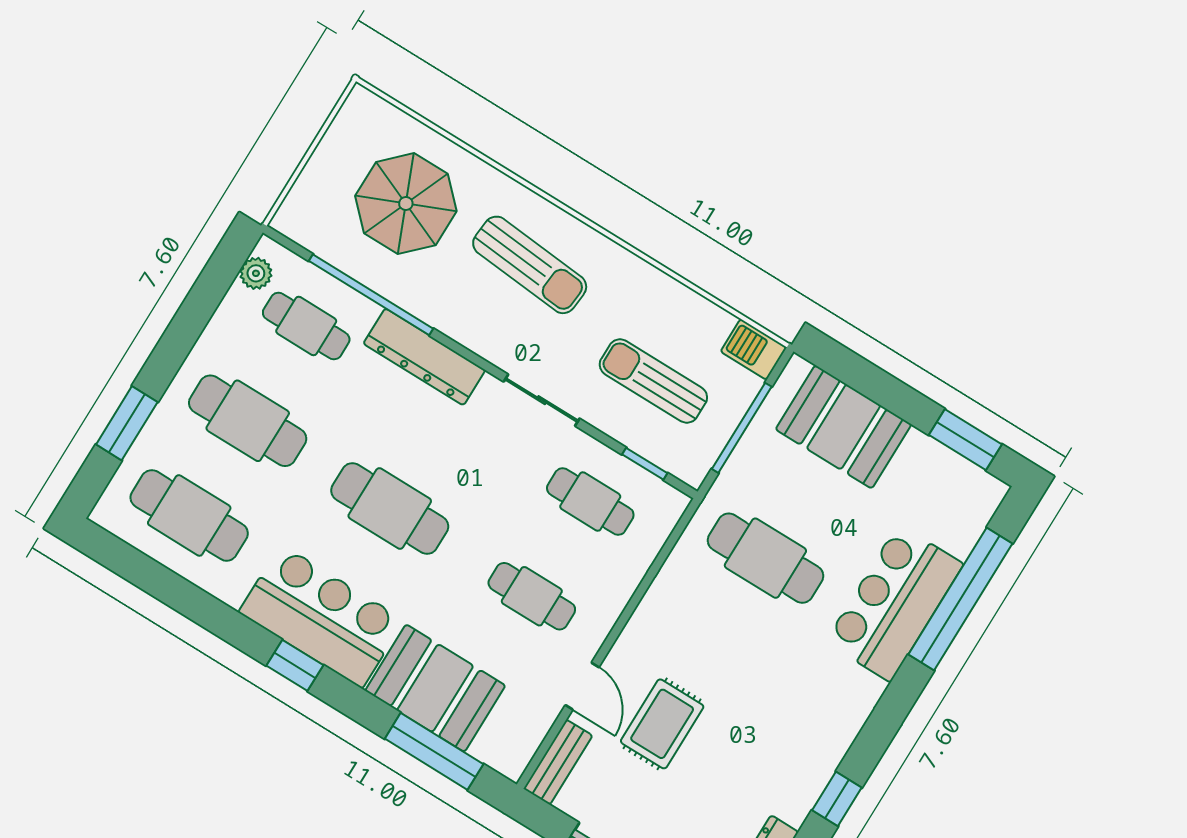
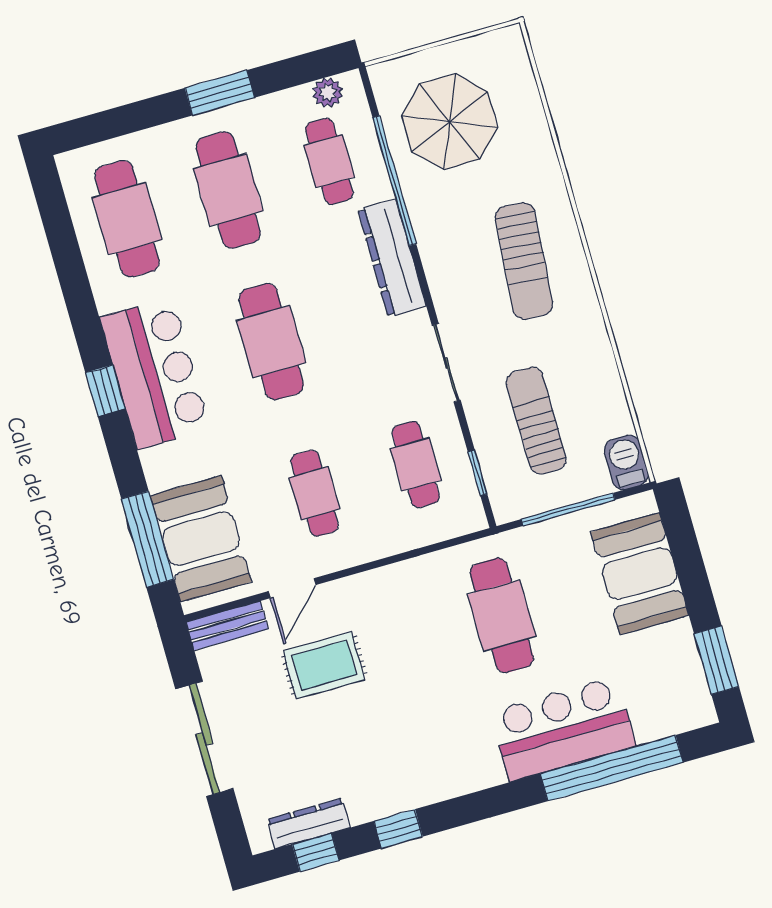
parasol: (406, 204) -> (450, 122), moved
window: (127, 423) -> (220, 93), moved
booth: (435, 688) -> (201, 539), moved

